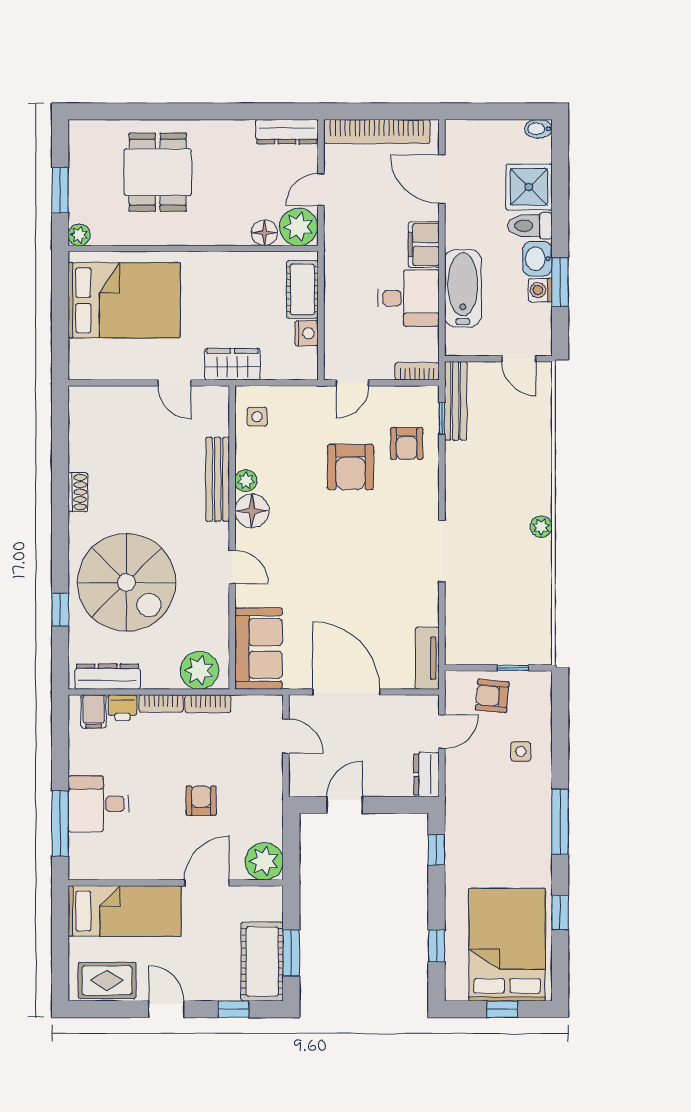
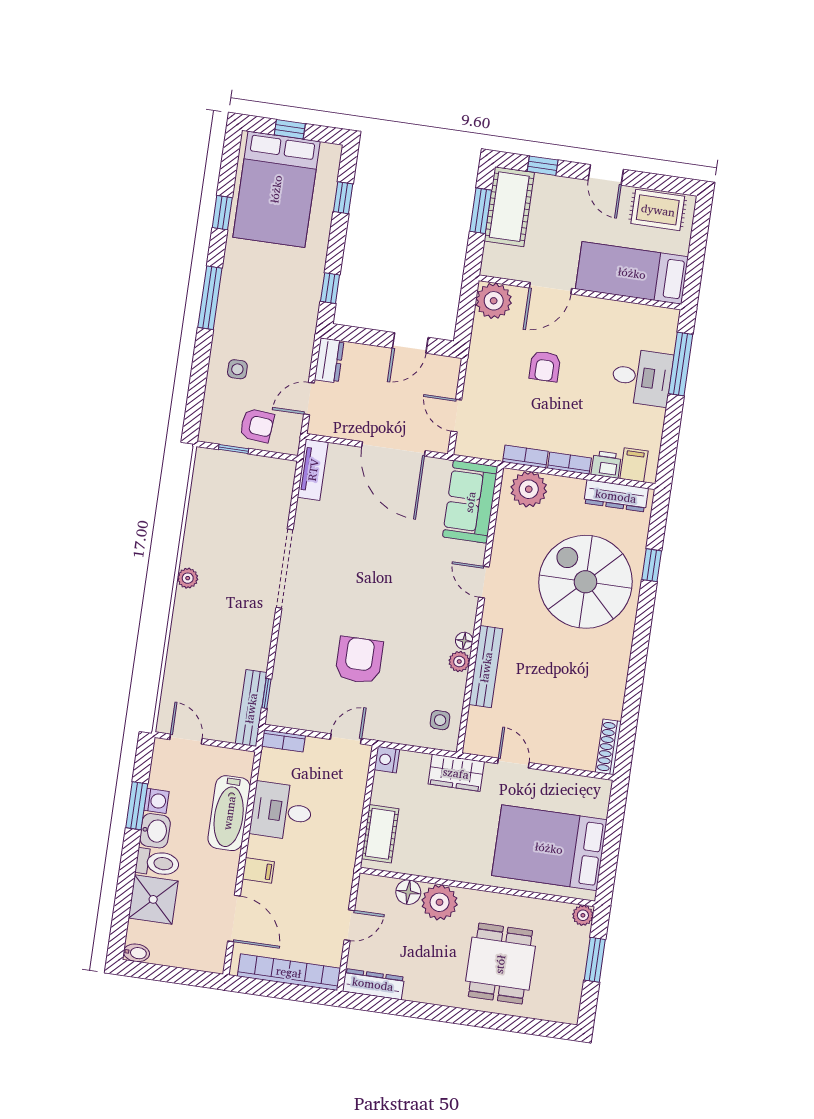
plant: (298, 227) -> (440, 902), moved
filing cabinet: (424, 244) -> (258, 870), width x0.50
nightstand: (307, 333) -> (387, 760), moved
armchair: (407, 443) -> (303, 675), removed
shoe rack: (78, 492) -> (608, 747), moved, width x1.43
floor lamp: (252, 511) -> (464, 641), width x0.53, depth x0.53
doorway: (442, 551) -> (284, 569), width x1.36

